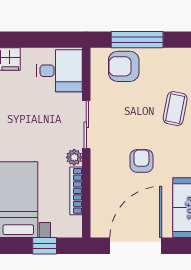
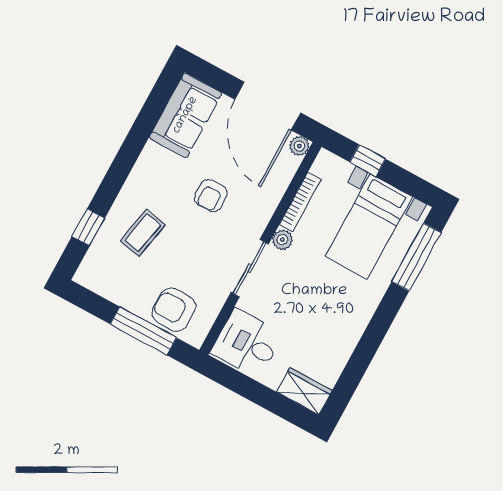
armchair: (124, 66) -> (174, 310), turned 180
plant: (98, 230) -> (299, 146), added
door: (136, 246) -> (268, 106), hinge flipped

